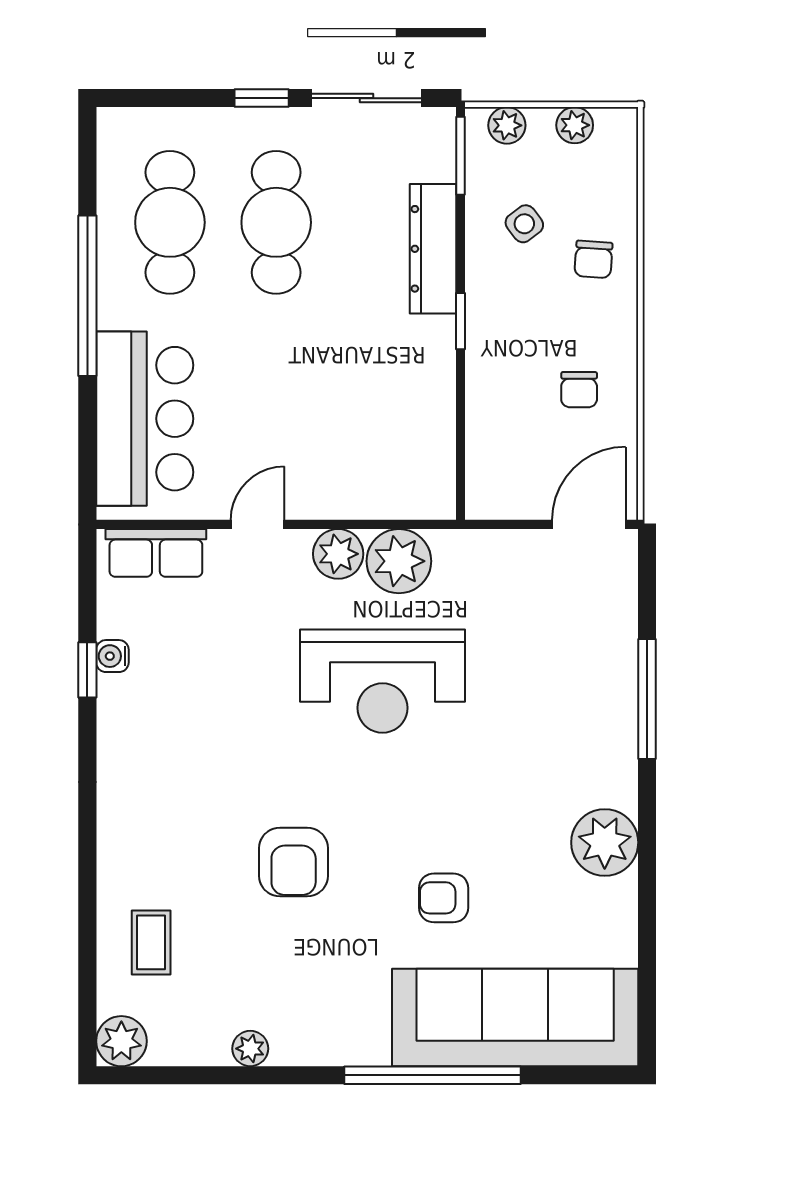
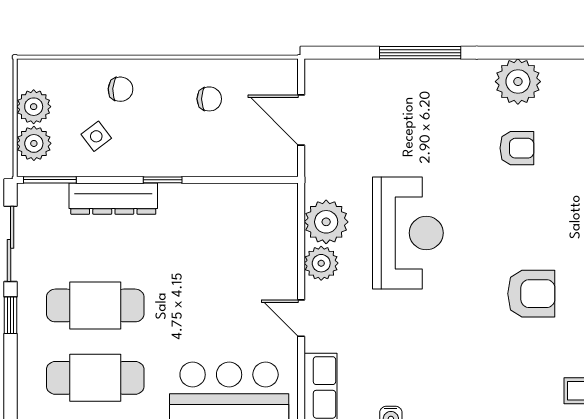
plant: (507, 125) -> (34, 143), width x1.38, depth x1.38
plant: (575, 125) -> (34, 107), width x1.38, depth x1.38
door: (589, 524) -> (301, 120), moved
armchair: (444, 898) -> (517, 148), moved, turned -90

